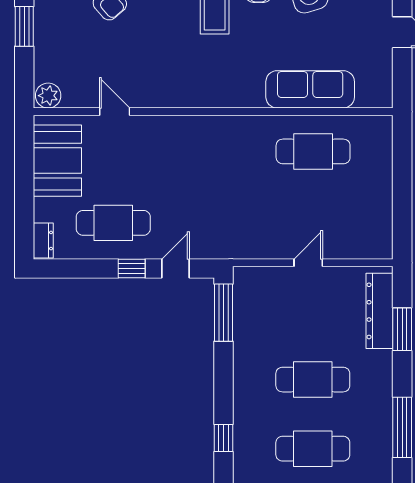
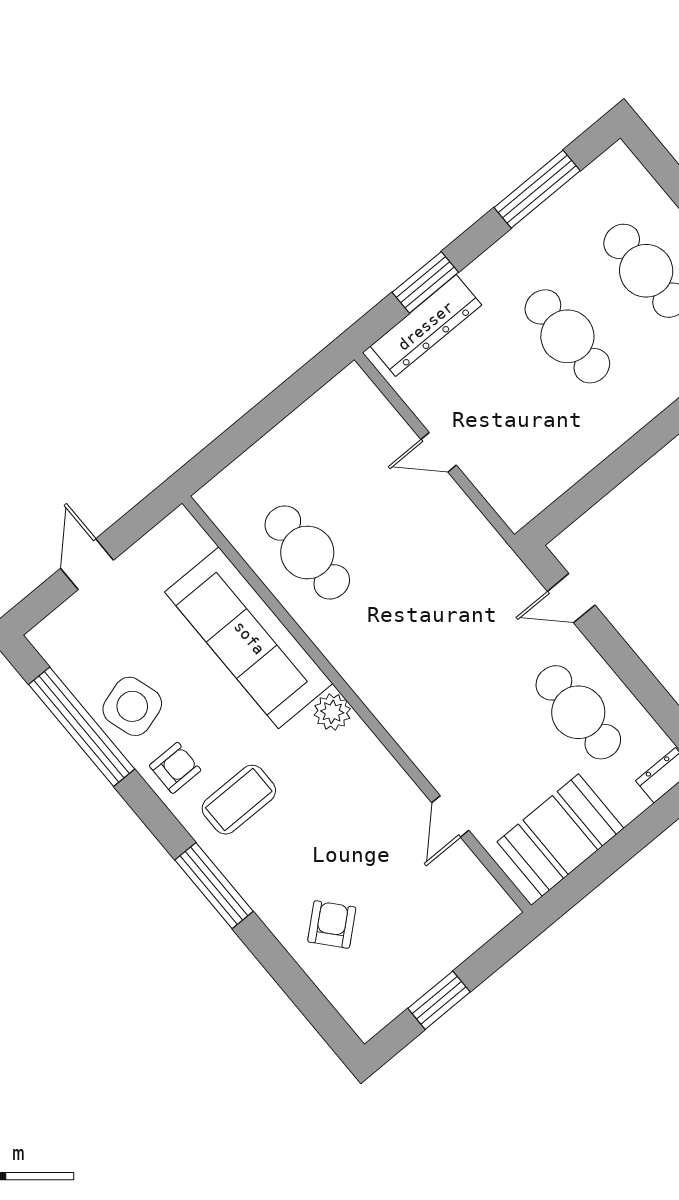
sofa: (310, 89) -> (249, 638), width x1.36, depth x1.27
plant: (48, 96) -> (332, 712), moved
window: (132, 268) -> (613, 648), removed
window: (224, 313) -> (576, 502), removed

